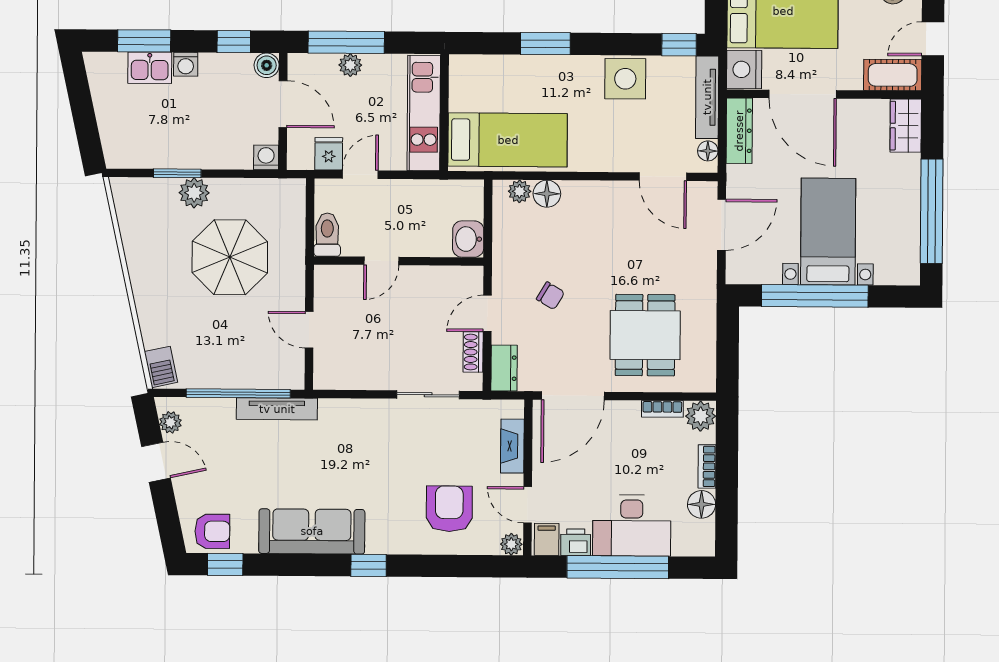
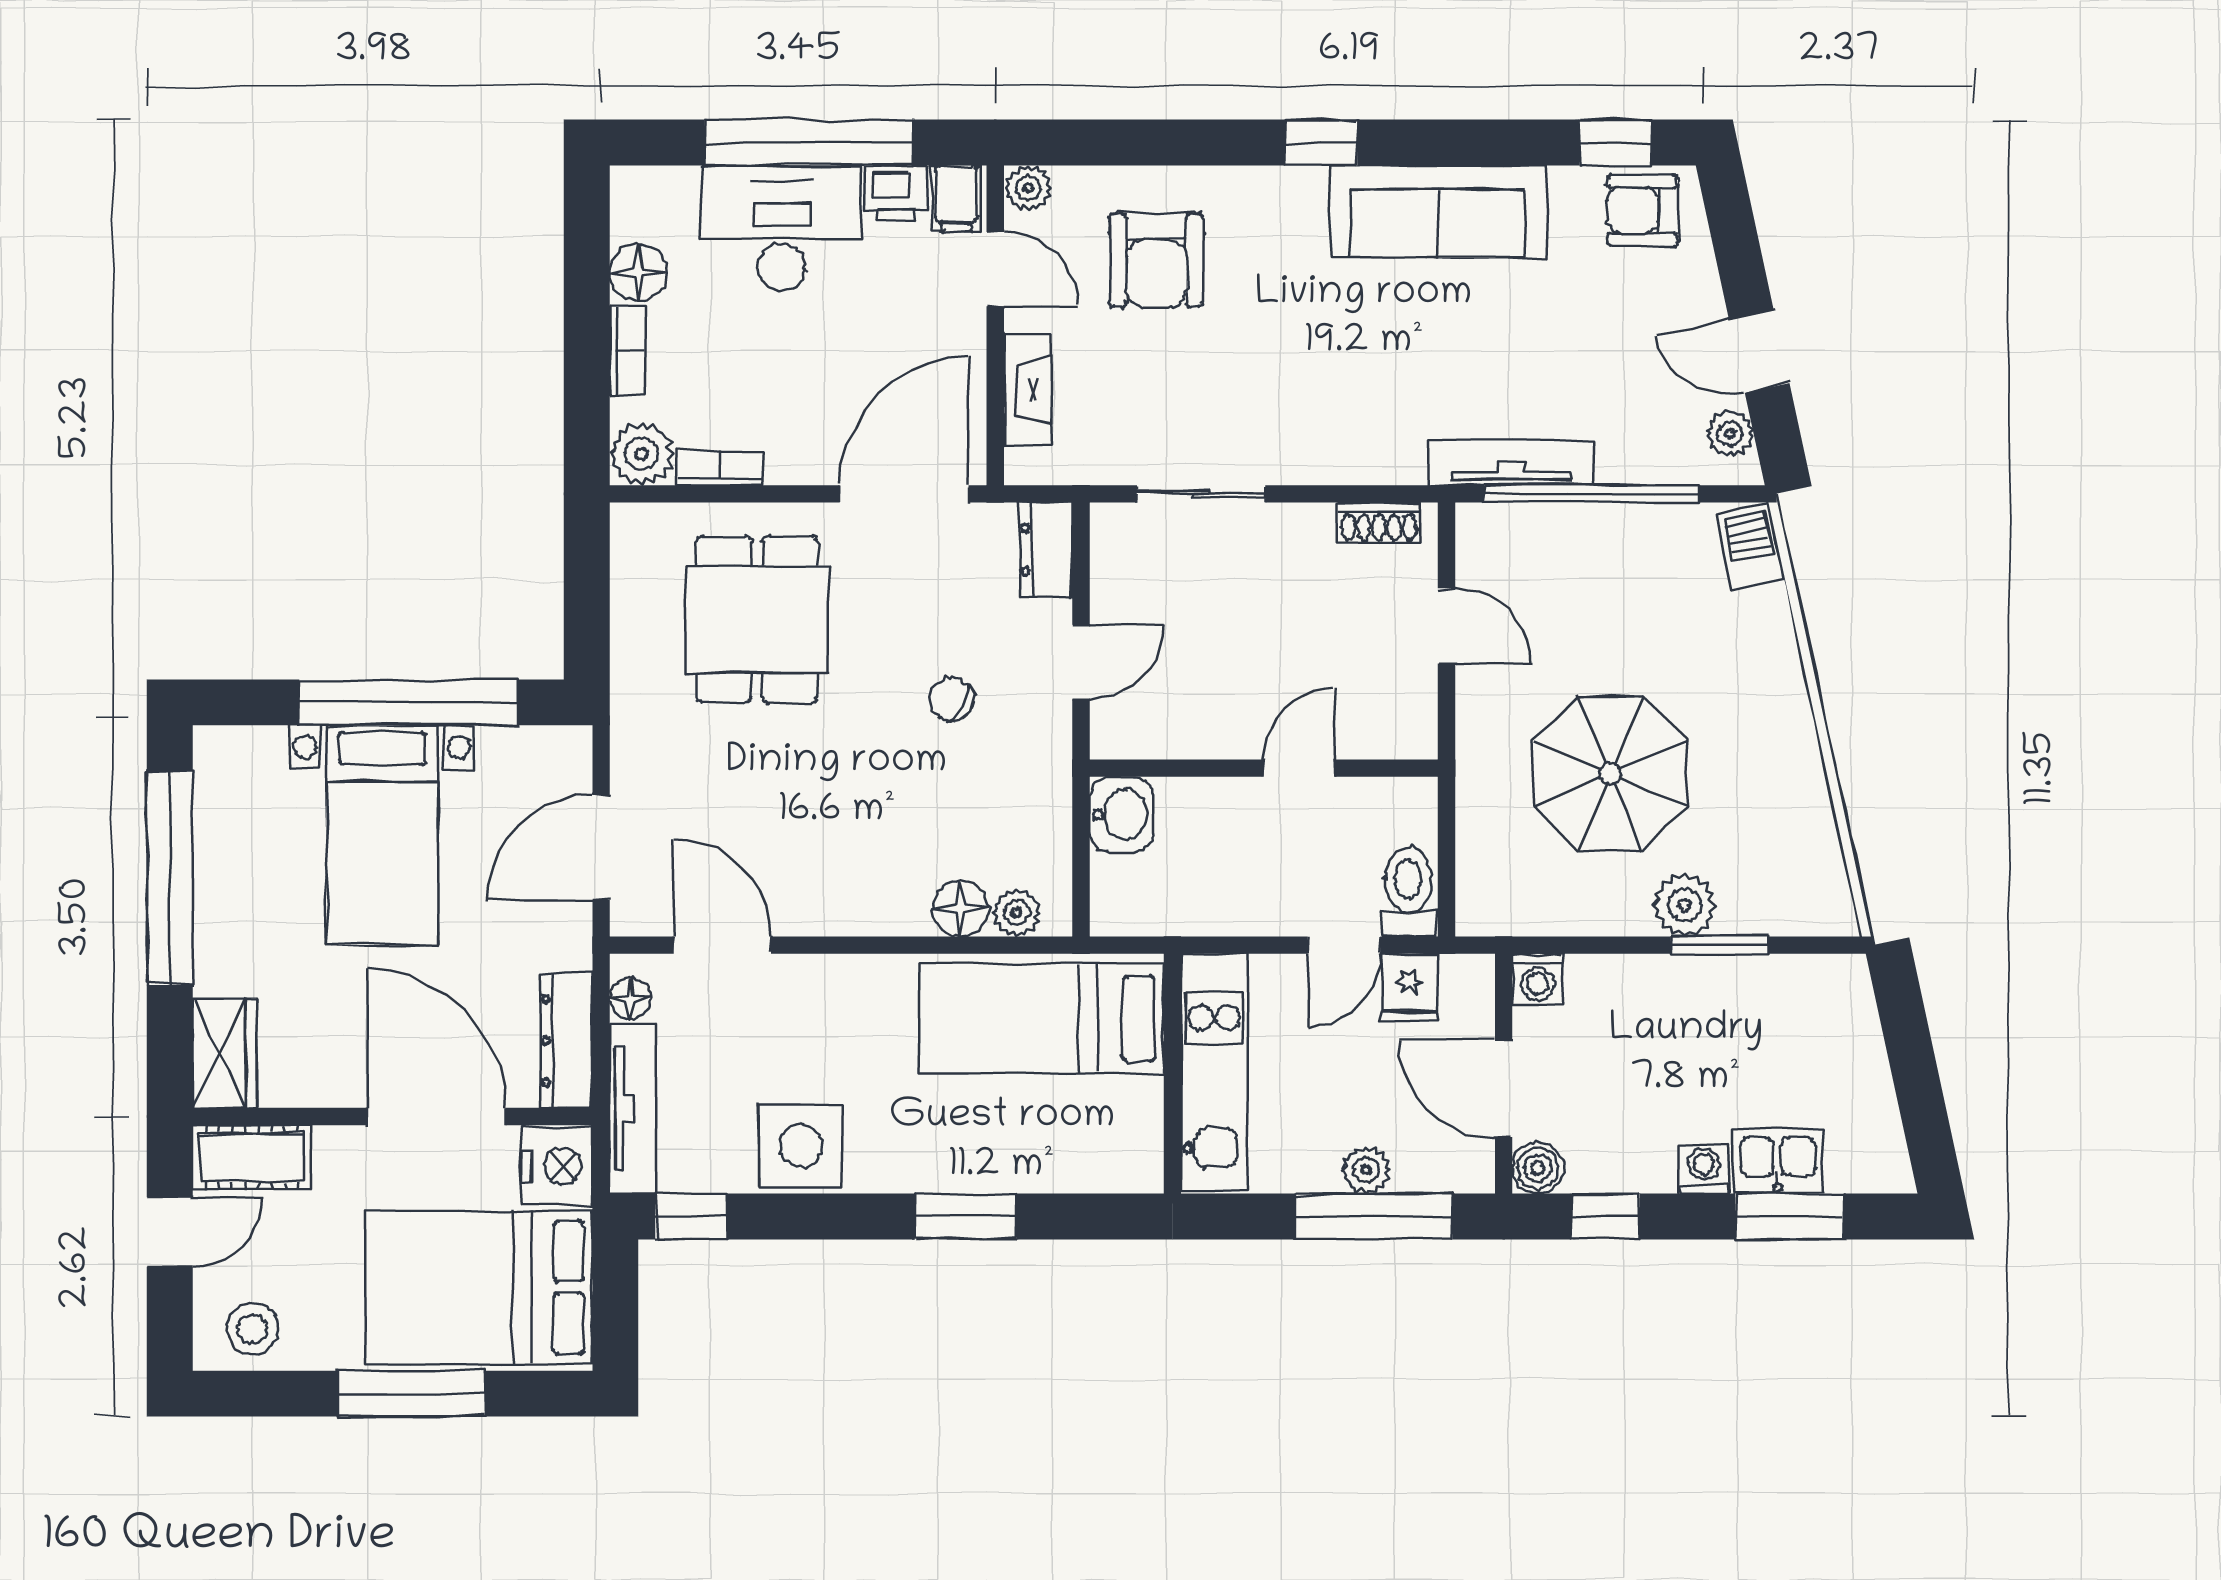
toilet: (327, 235) -> (1408, 892), moved, turned 180
shoe rack: (473, 352) -> (1379, 523), moved, turned 90

